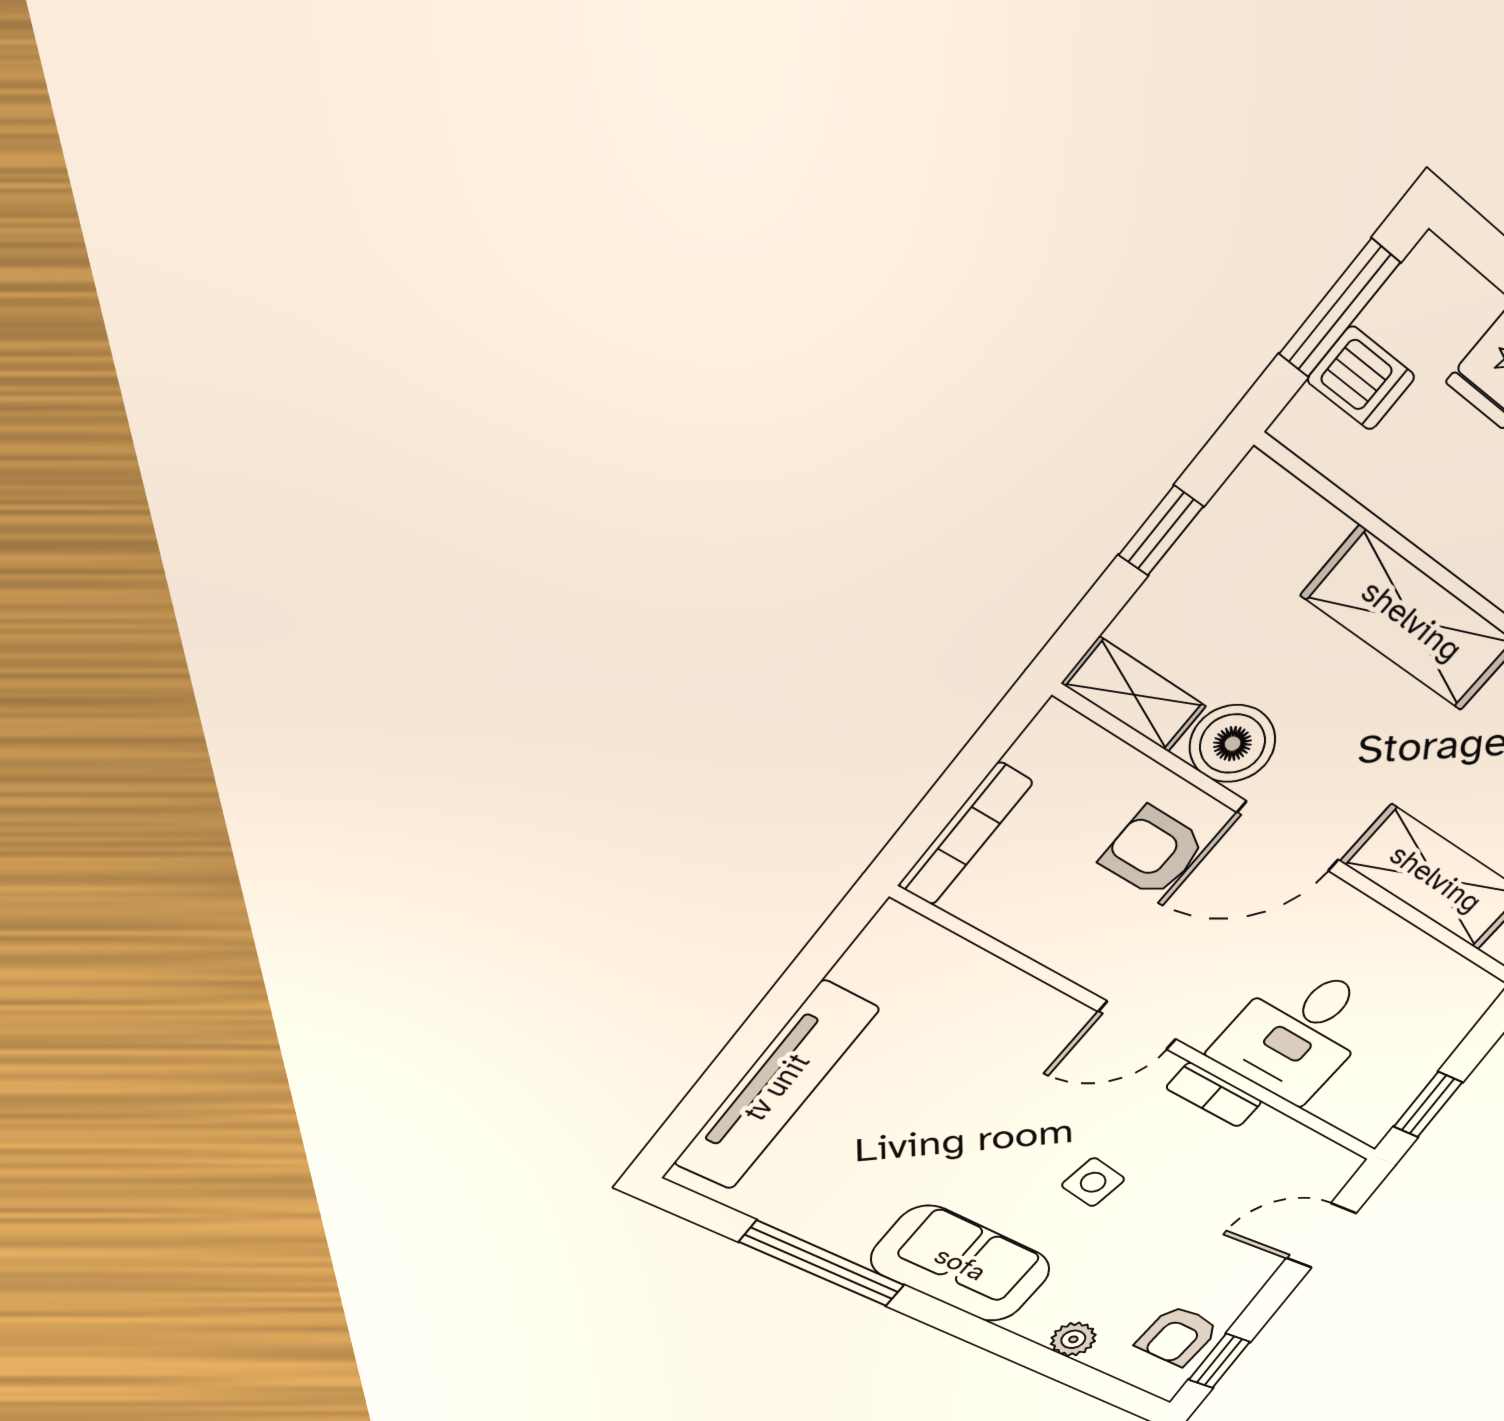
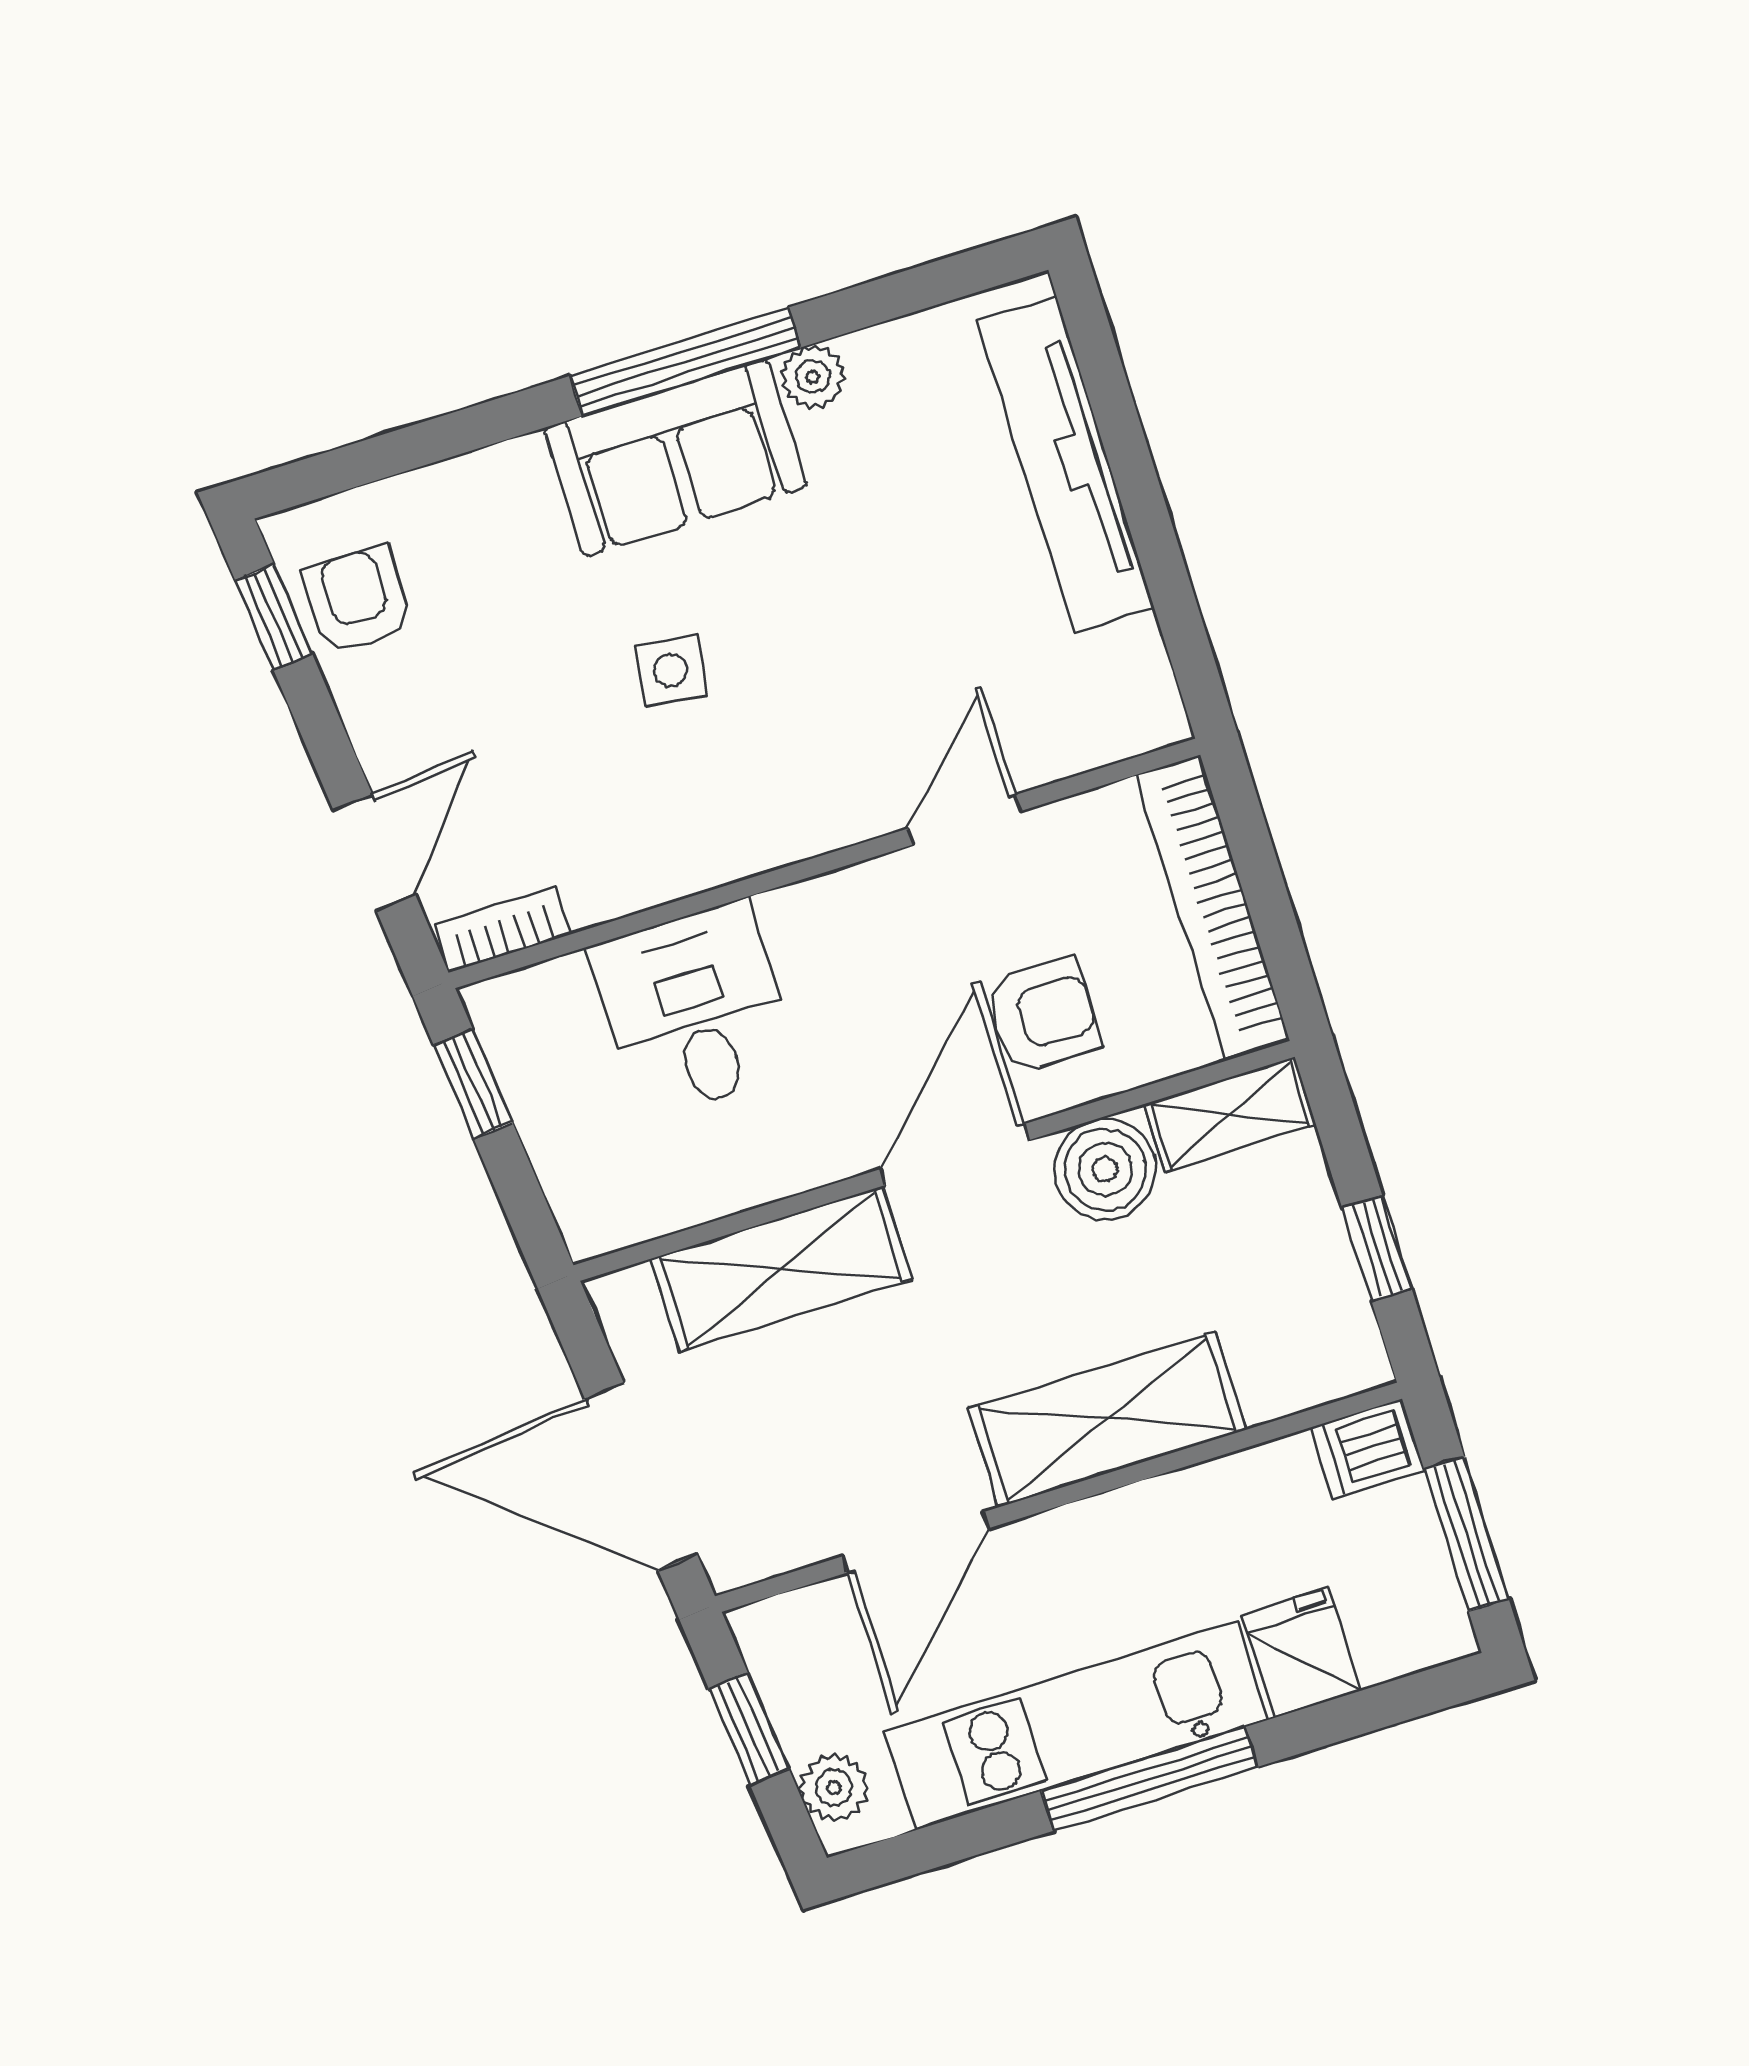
dishwasher: (1361, 378) -> (1367, 1449), moved
bookcase: (965, 834) -> (1213, 906), width x1.48, depth x1.31
door: (1137, 1025) -> (964, 820), moved
bookcase: (1214, 1095) -> (502, 929), moved
window: (823, 1264) -> (685, 362), moved
plant: (1073, 1339) -> (813, 377), moved

